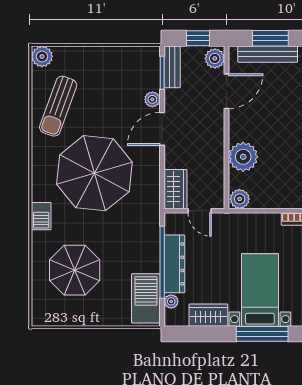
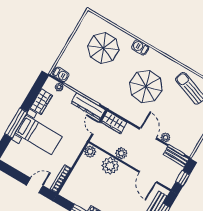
plant: (215, 58) -> (121, 153), moved
parasol: (94, 173) -> (146, 87), width x0.73, depth x0.73
door: (200, 211) -> (96, 128), hinge flipped
dresser: (174, 264) -> (88, 106), moved
barbecue: (146, 298) -> (61, 74), width x0.53, depth x0.65

